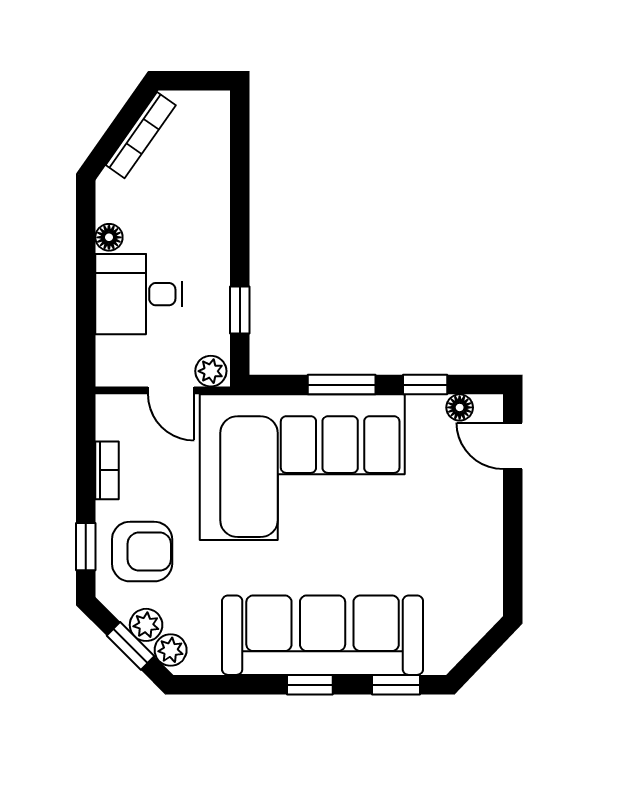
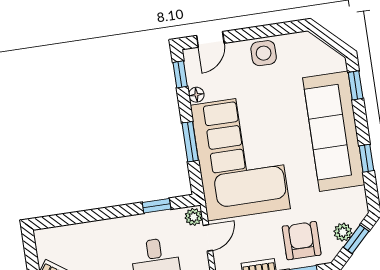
window: (425, 385) -> (180, 74), moved
floor lamp: (460, 407) -> (196, 95), moved
side table: (475, 534) -> (264, 53), added
plant: (171, 650) -> (355, 216), removed
window: (310, 685) -> (366, 158), moved

